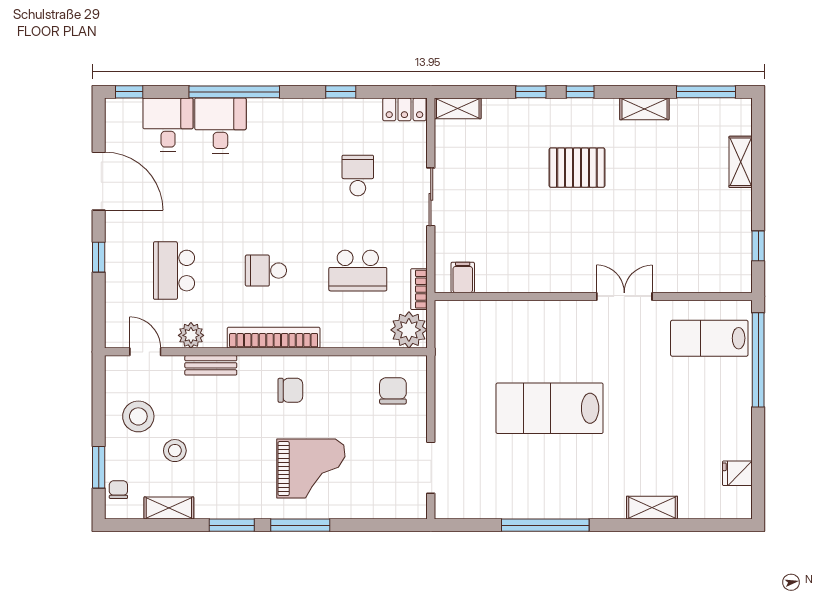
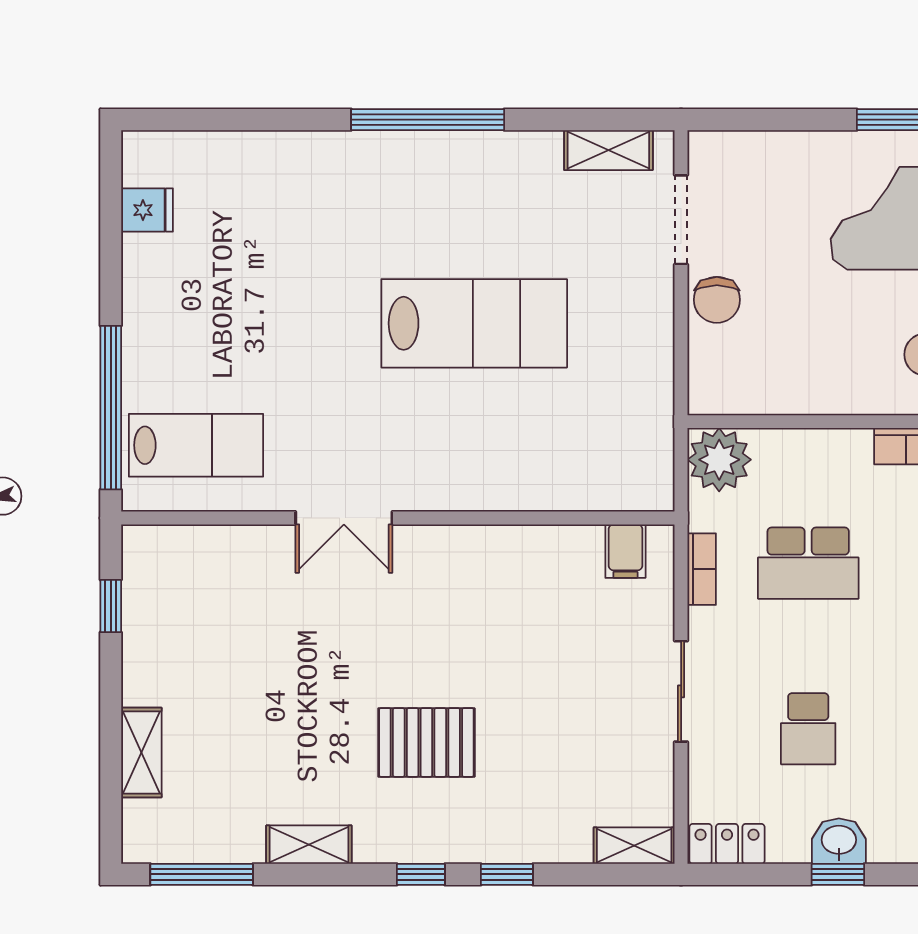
washbasin: (340, 111) -> (839, 841), added
school desk: (358, 271) -> (808, 563), turned 180
bookcase: (419, 289) -> (702, 569), moved
chair: (393, 391) -> (717, 300), moved
shelving: (652, 508) -> (608, 150), moved
window: (545, 525) -> (428, 120), moved

